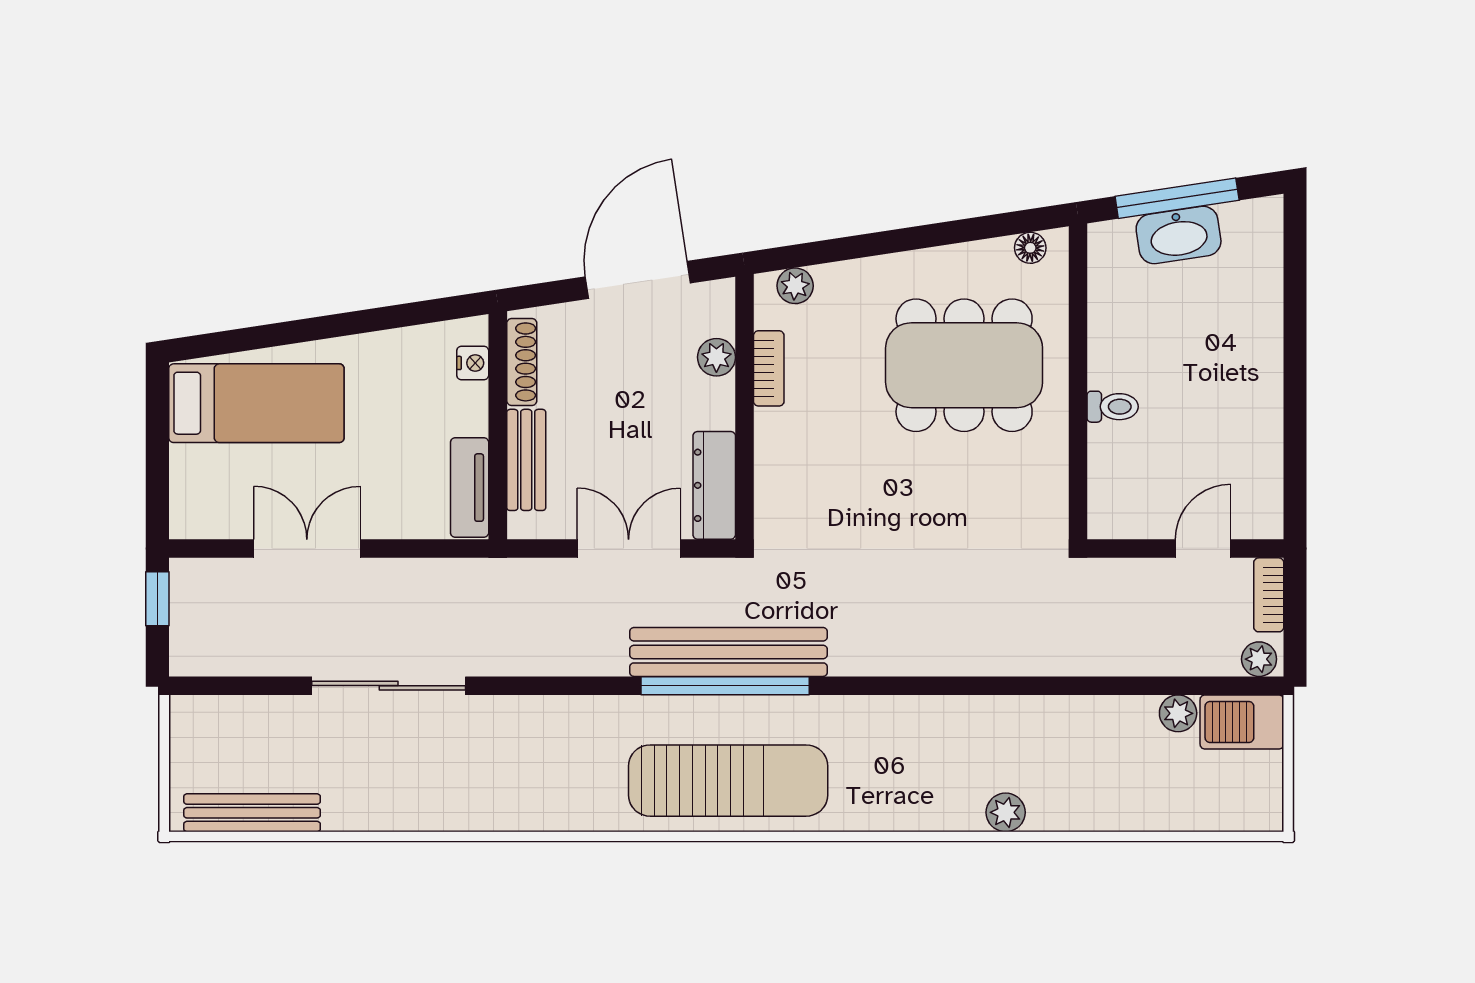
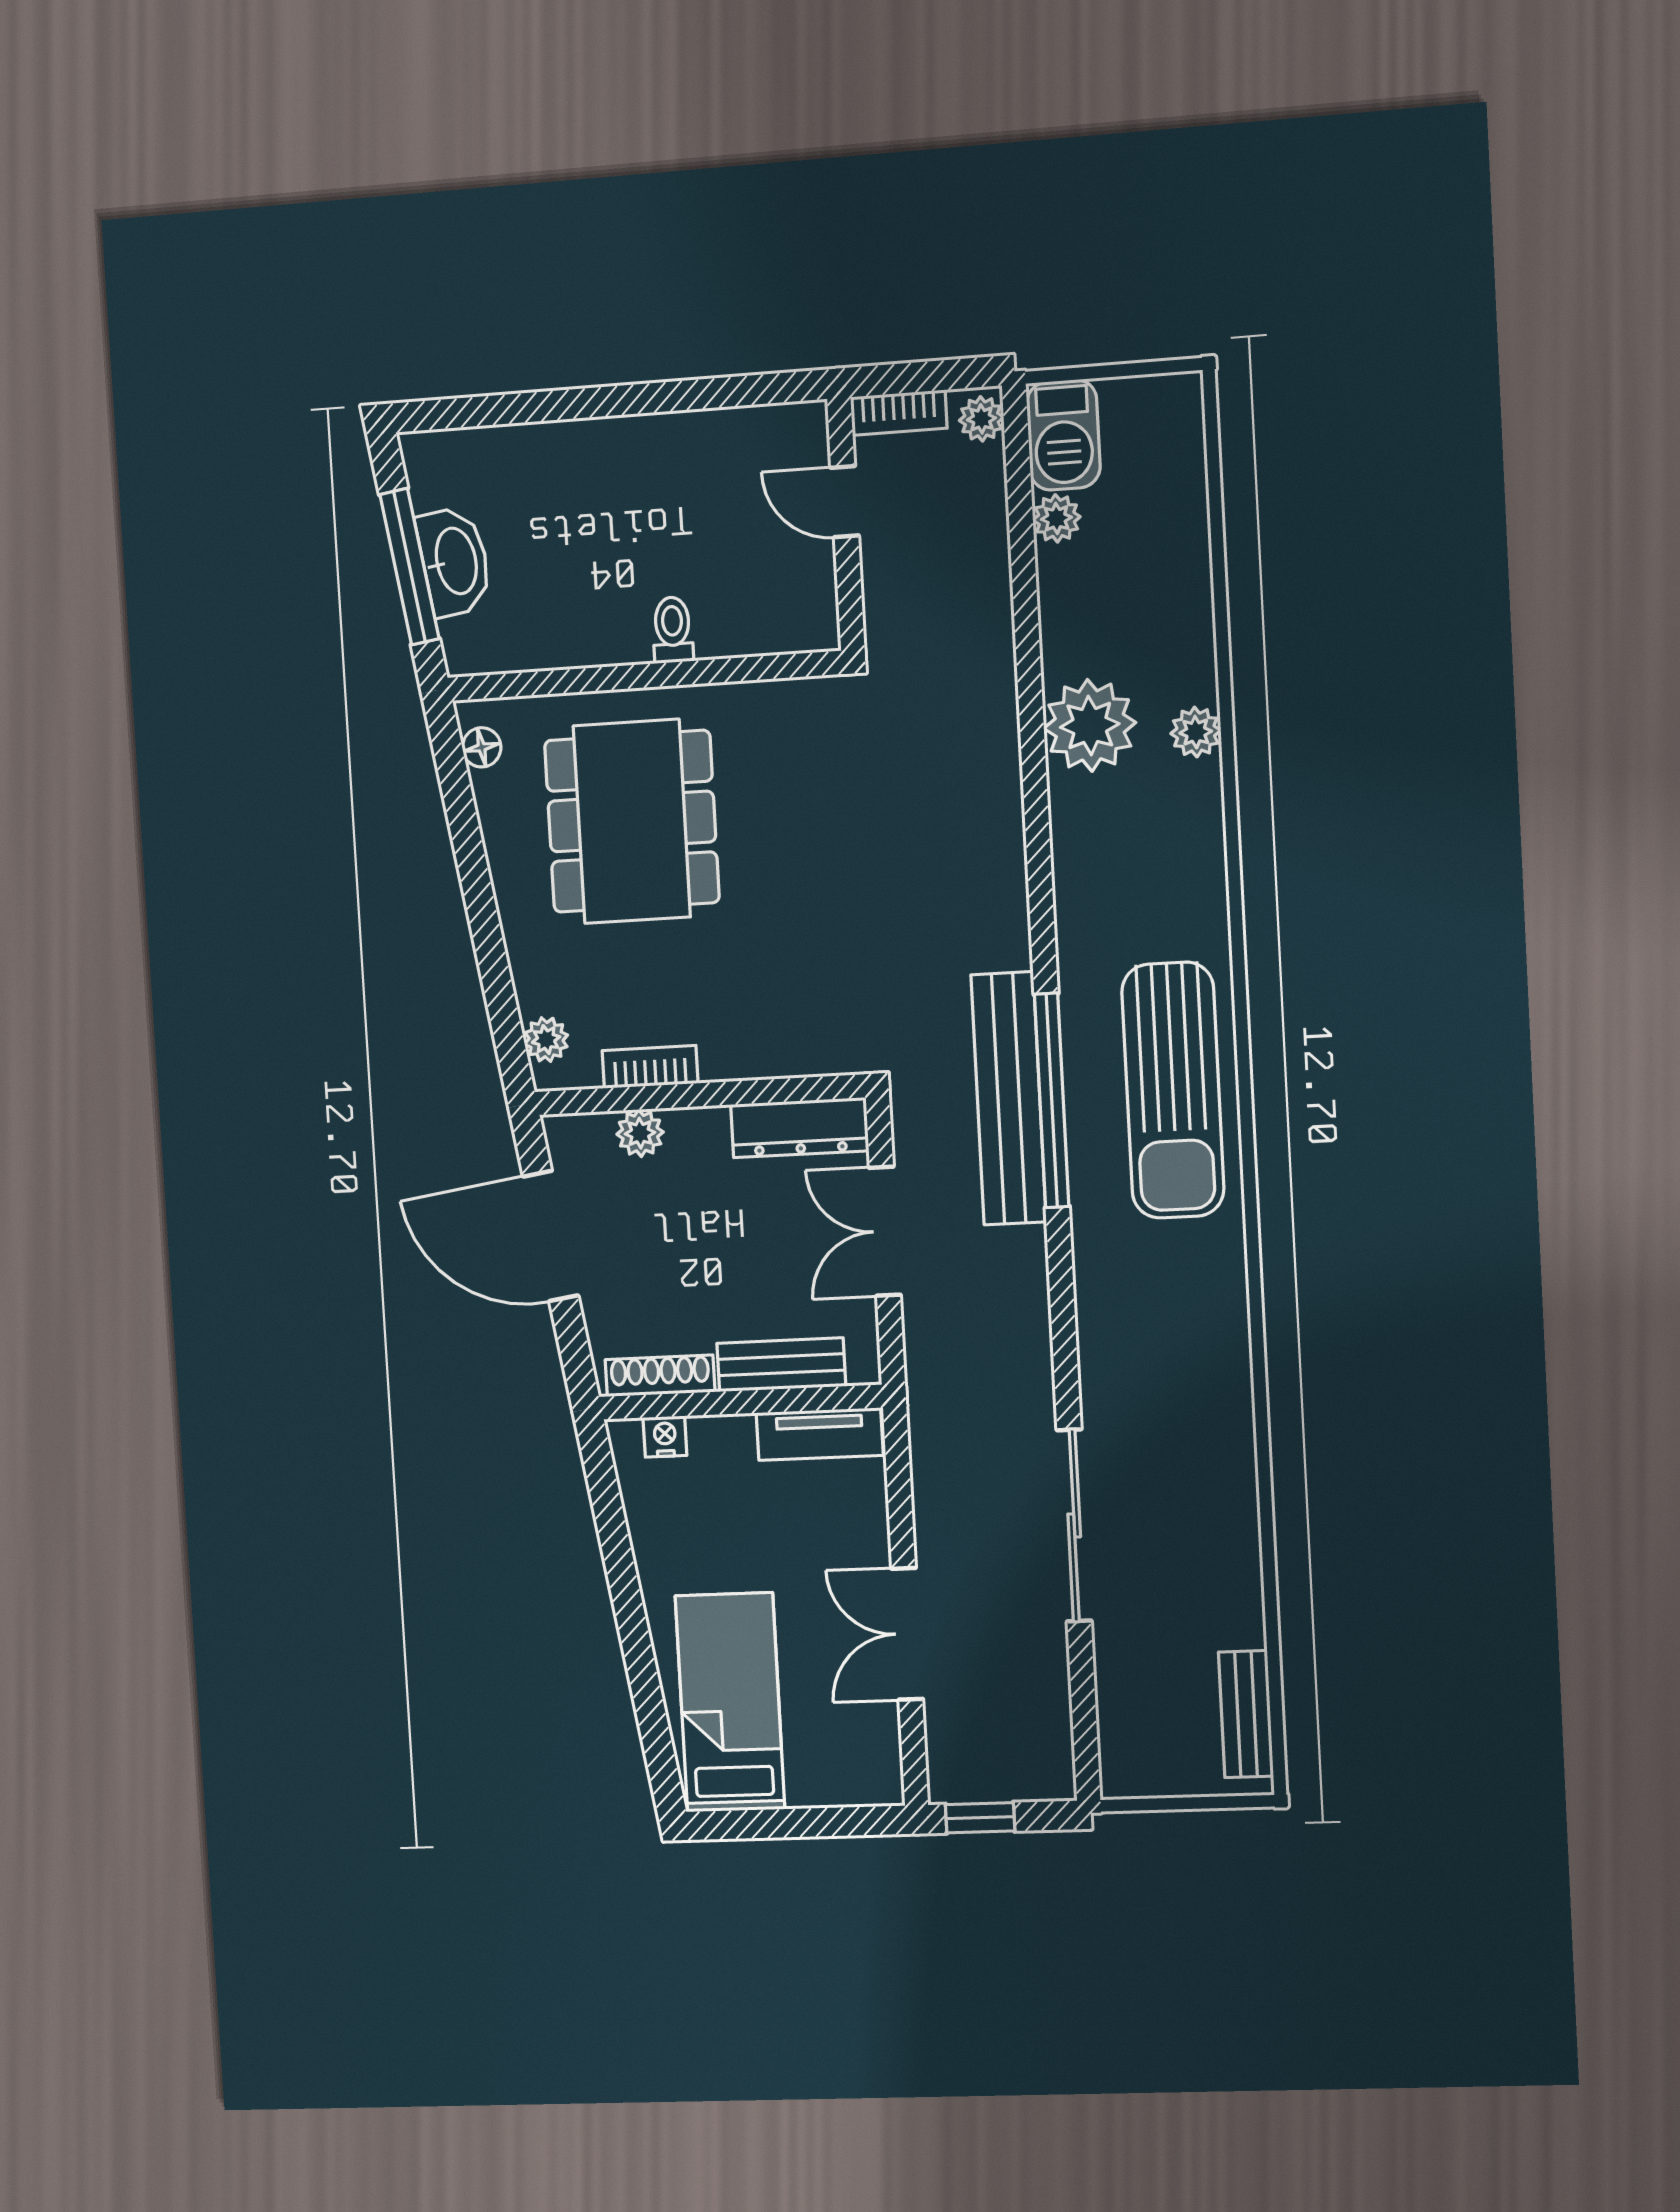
plant: (1016, 731) -> (1090, 725), added
sun lounger: (728, 781) -> (1173, 1090), turned 180
bench: (252, 813) -> (1246, 1714), width x0.73

